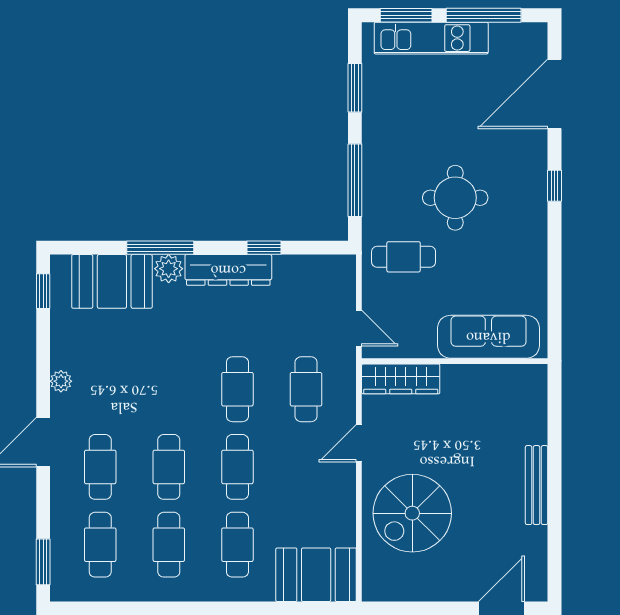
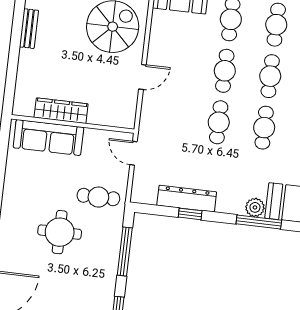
dresser: (228, 270) -> (187, 199), moved
wardrobe: (401, 379) -> (61, 111), moved
cafe table: (306, 389) -> (264, 128), moved
bench: (537, 485) -> (29, 29), width x0.73

